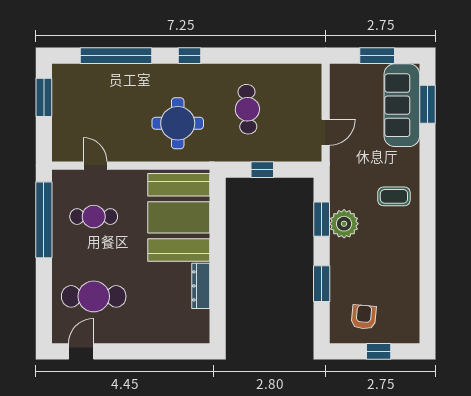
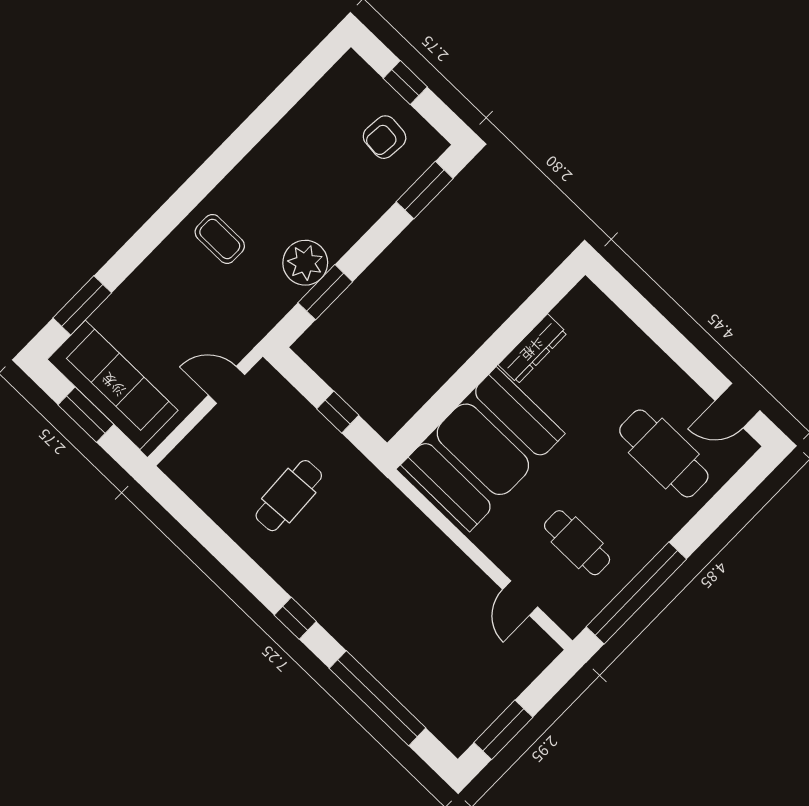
sofa: (402, 105) -> (113, 385), moved, turned -90
round table: (178, 123) -> (382, 556), removed
window: (322, 284) -> (425, 190), moved

